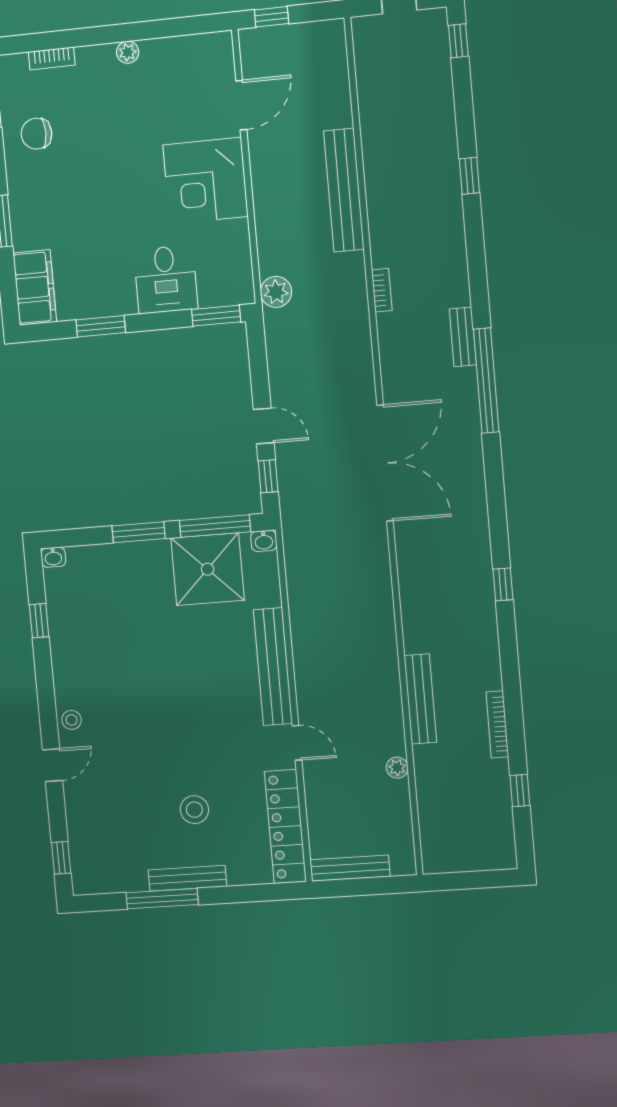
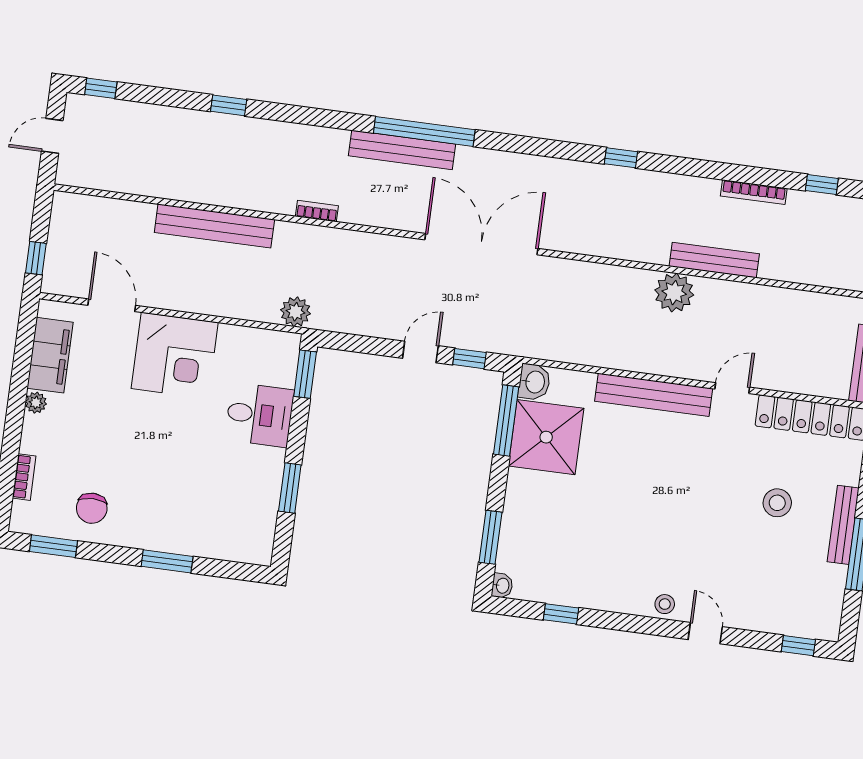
filing cabinet: (35, 287) -> (50, 355), moved, turned 90
bench: (463, 337) -> (402, 150), width x1.86, depth x1.21
window: (139, 532) -> (490, 537), moved
washbasin: (264, 541) -> (534, 382), width x1.38, depth x1.45
plant: (397, 768) -> (674, 293), moved, width x1.88, depth x1.88

